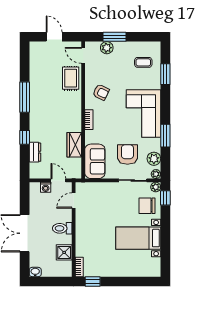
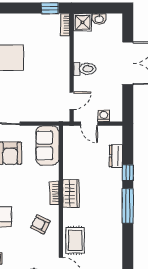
window: (25, 97) -> (128, 206), moved
wardrobe: (74, 145) -> (71, 194), moved
shower: (64, 252) -> (83, 22), moved
washbasin: (35, 272) -> (99, 19), moved

